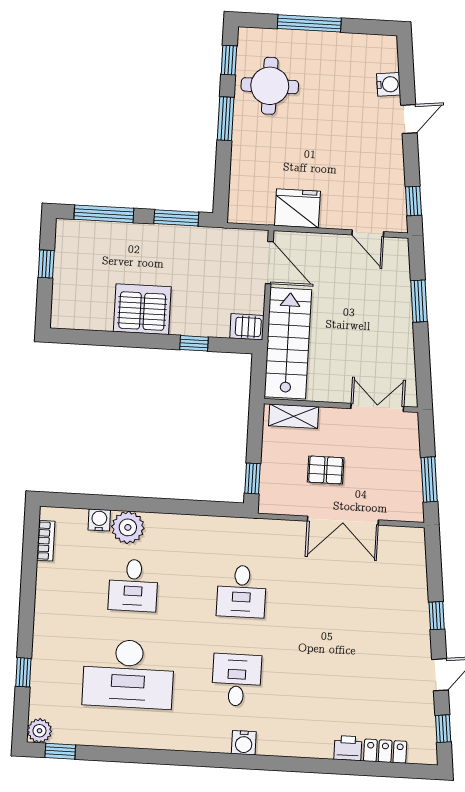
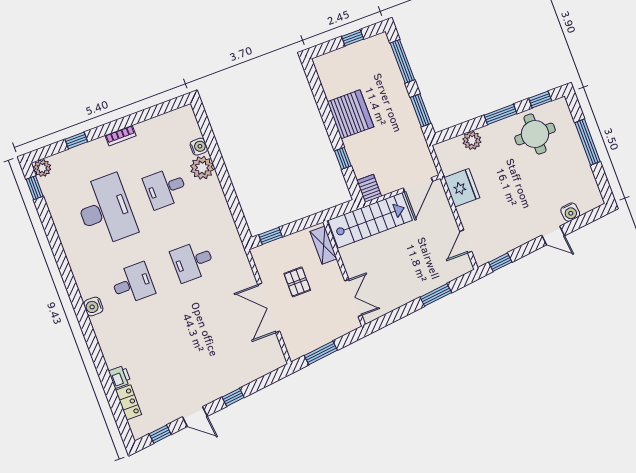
plant: (243, 170) -> (472, 140), added
bookcase: (46, 541) -> (121, 136), moved
desk: (128, 674) -> (105, 210), turned 180

